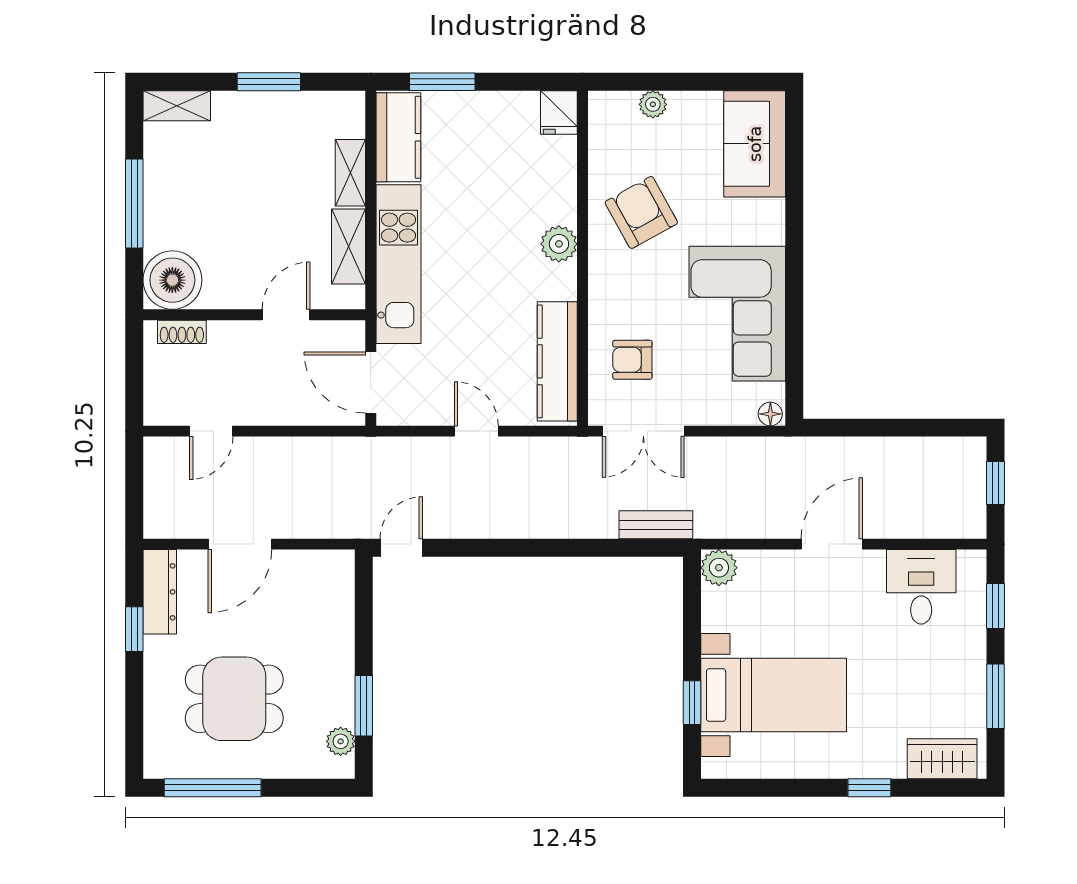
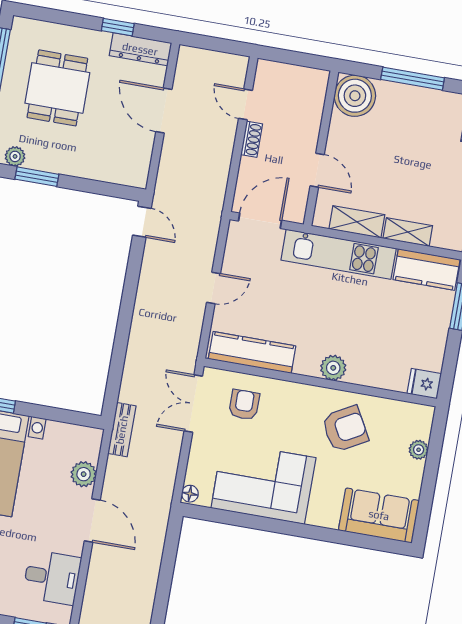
shoe rack: (182, 332) -> (252, 139), moved, turned 180
bench: (656, 525) -> (122, 430), moved
plant: (719, 568) -> (84, 474), moved

